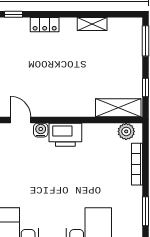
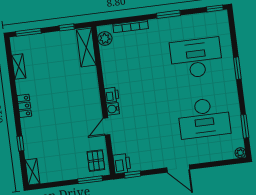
shelving: (92, 24) -> (19, 67), moved
locker: (45, 25) -> (24, 106), moved
printer: (65, 135) -> (112, 95), width x0.53, depth x0.68

